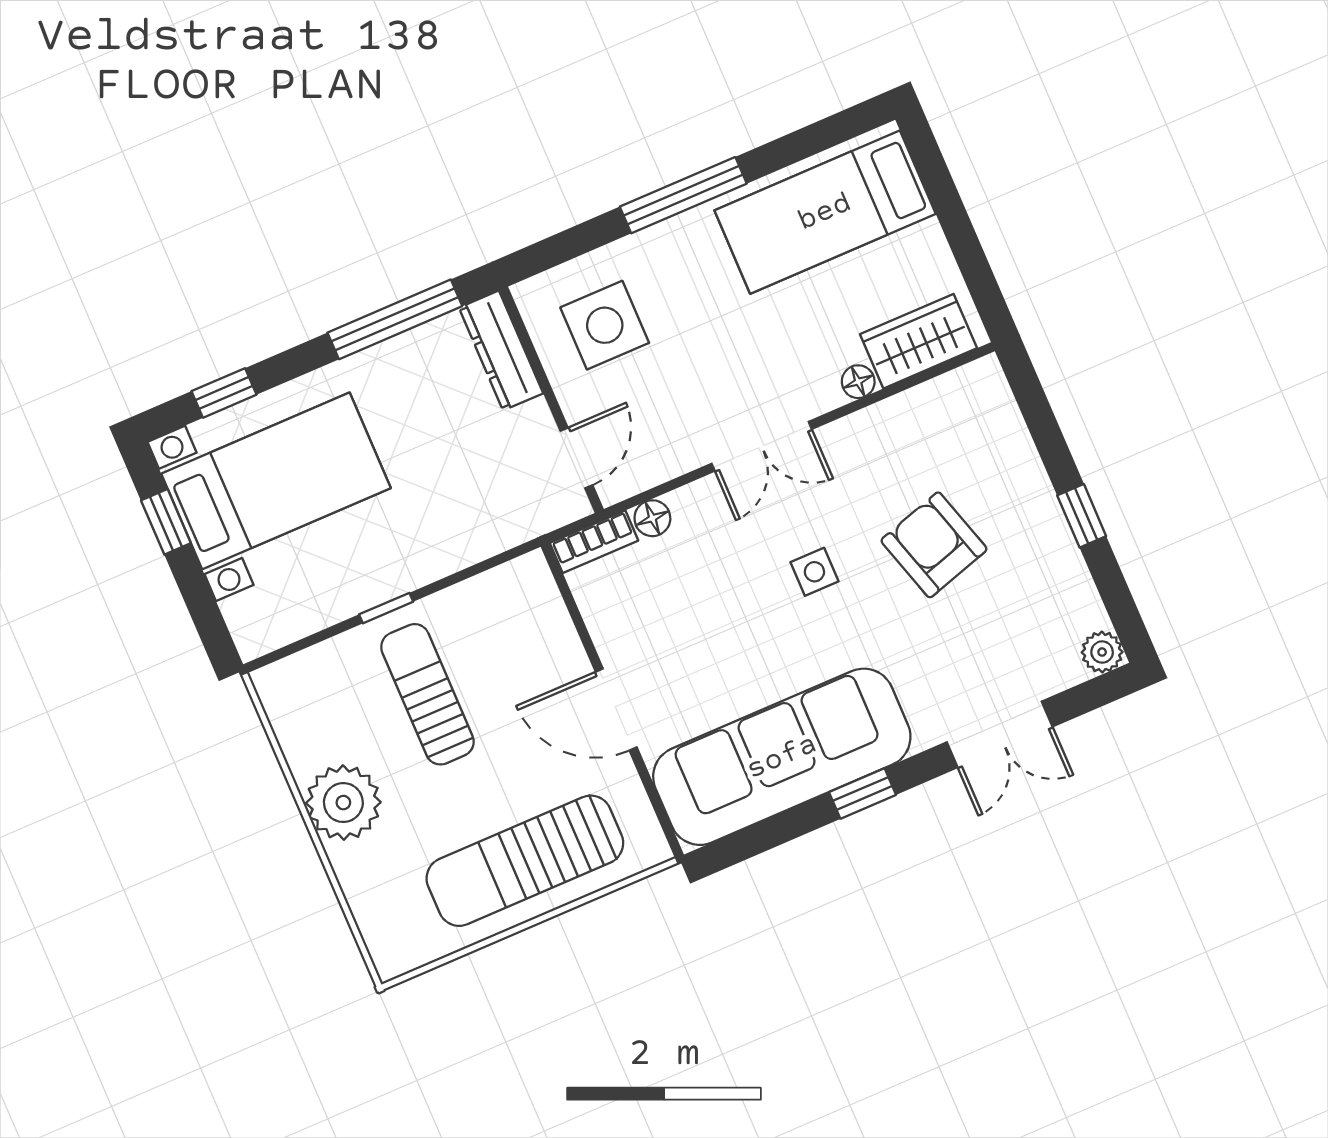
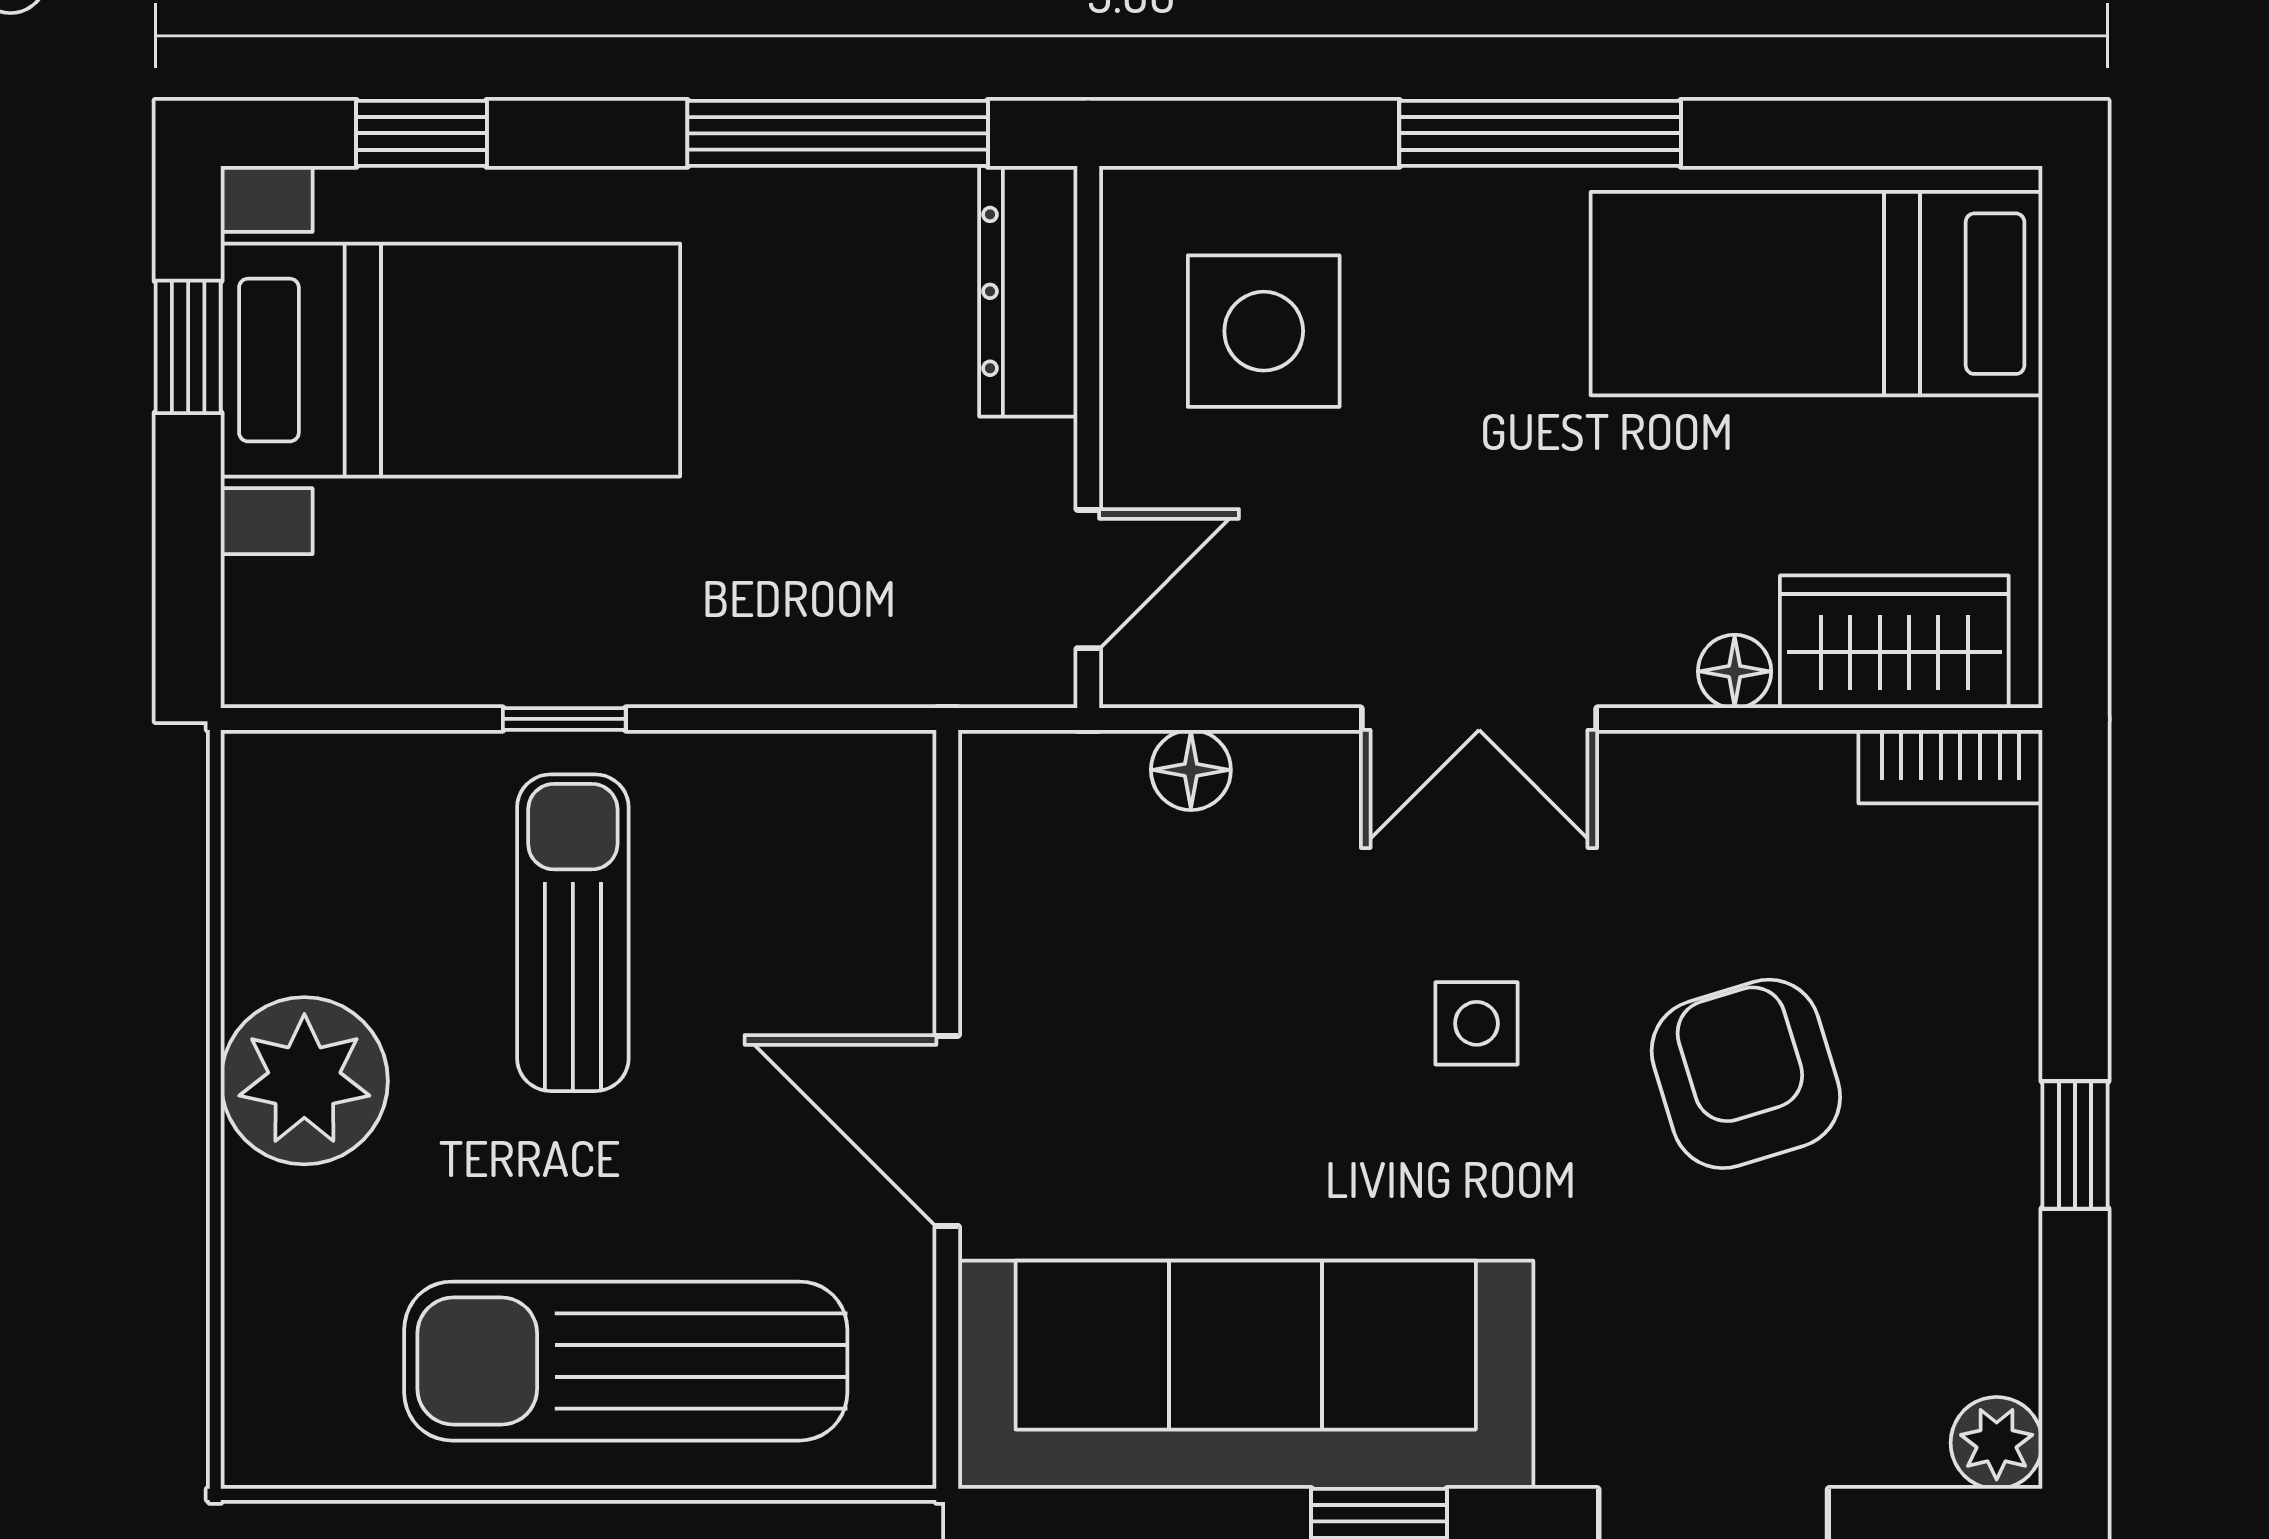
bookcase: (594, 542) -> (1950, 767), moved

